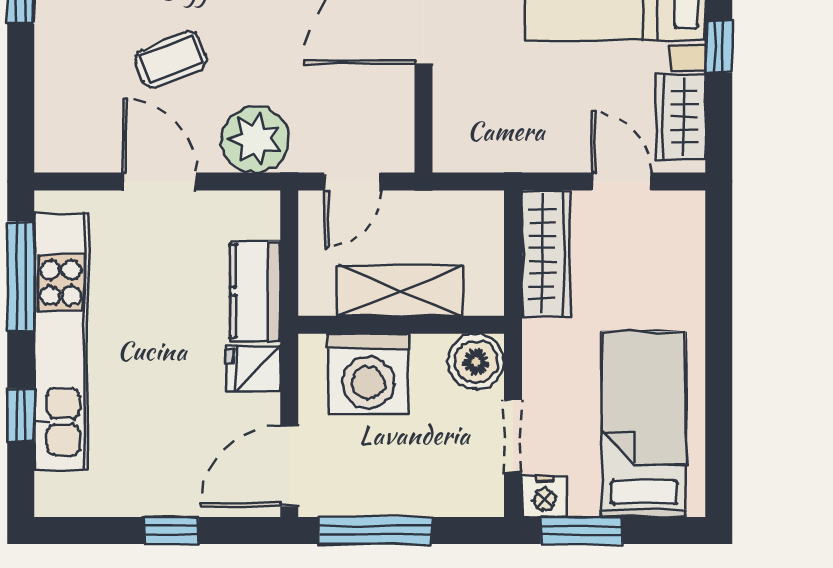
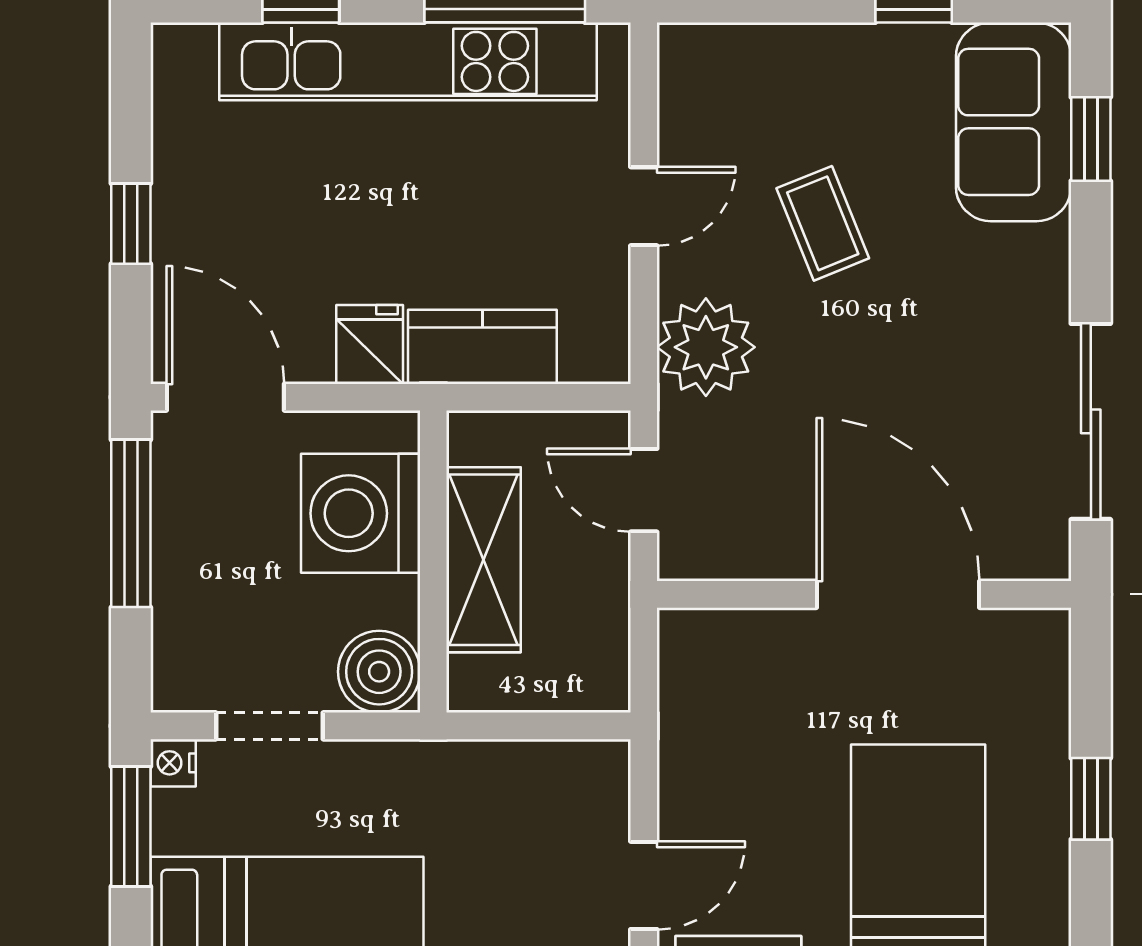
door: (159, 182) -> (644, 206), width x0.73
wardrobe: (546, 254) -> (538, 775), removed
nightstand: (544, 496) -> (173, 763), width x0.72, depth x0.74

